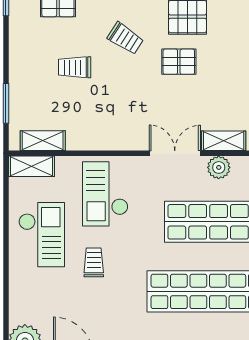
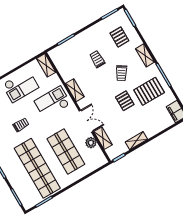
shelving: (43, 141) -> (75, 90), moved
trolley: (94, 262) -> (21, 125), moved

